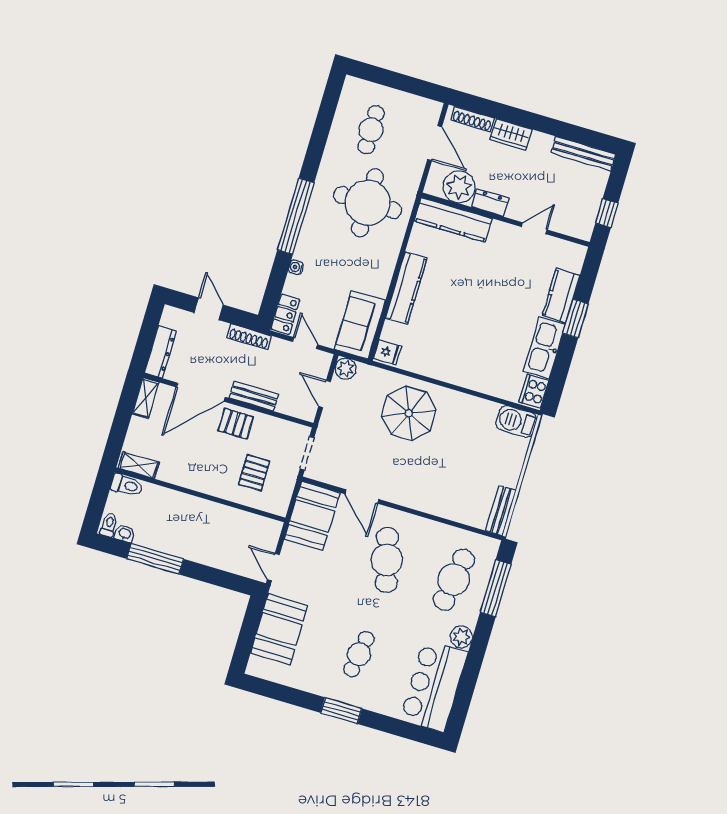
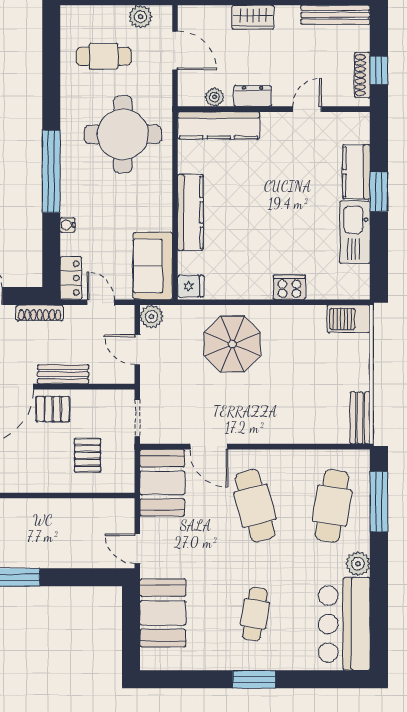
plant: (413, 105) -> (140, 17), added
shoe rack: (472, 119) -> (362, 75), moved, turned 90
cafe table: (371, 130) -> (104, 56), turned 90
plant: (459, 187) -> (214, 97), width x0.53, depth x0.53
cooker: (534, 391) -> (289, 287), moved, turned 90

